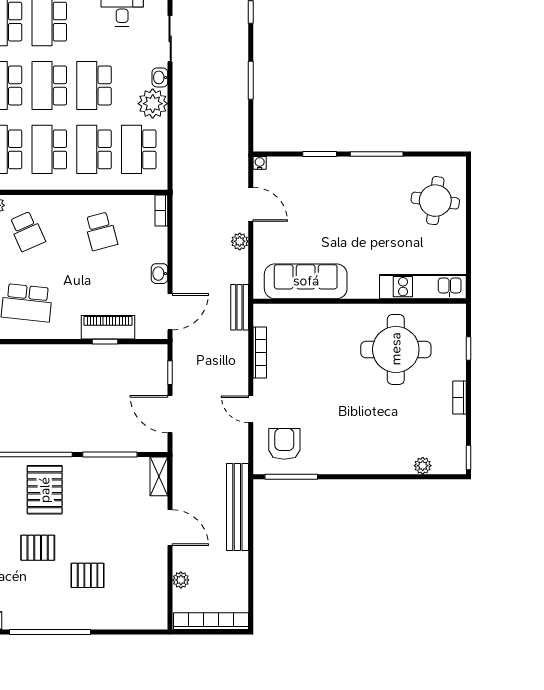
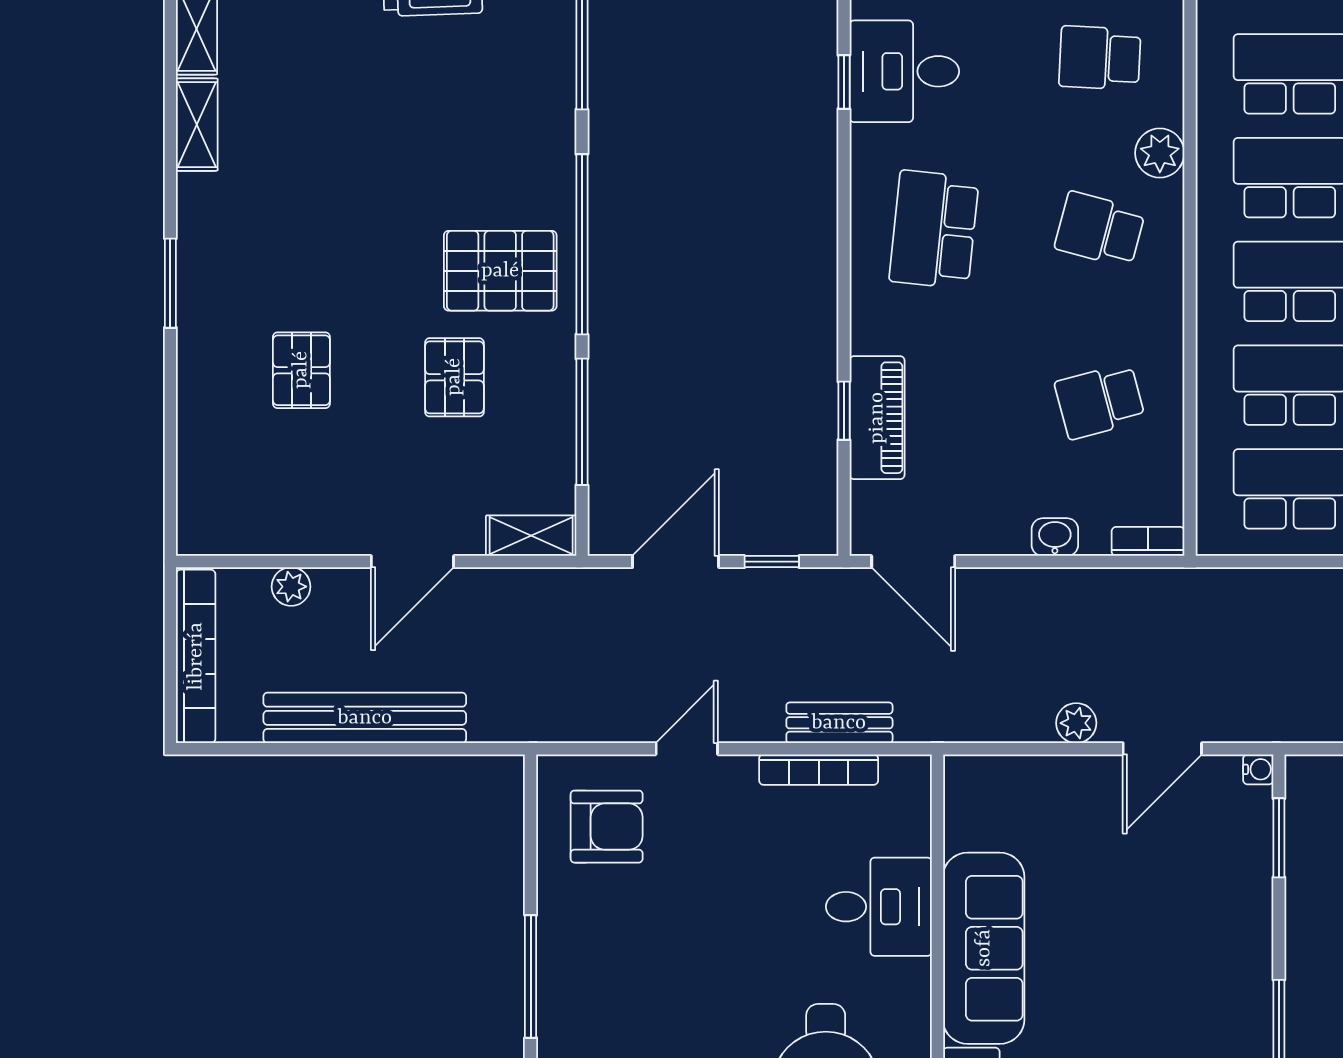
window: (320, 154) -> (1279, 838), moved
school desk: (27, 231) -> (1100, 229), turned 39
washbasin: (159, 274) -> (1055, 537), moved
sofa: (306, 281) -> (984, 948), moved
bench: (240, 307) -> (839, 723), moved
desk: (319, 327) -> (879, 907), added
window: (291, 477) -> (531, 977), moved
bench: (237, 507) -> (365, 718), moved
pallet: (38, 548) -> (454, 377), moved
window: (50, 632) -> (170, 283), width x0.47

